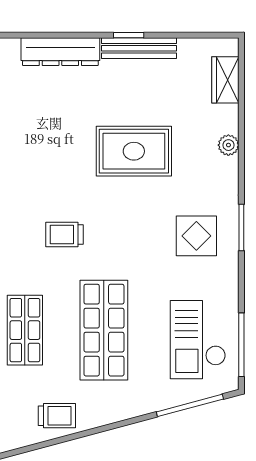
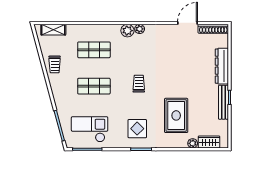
plant: (228, 145) -> (193, 143), moved
rug: (134, 151) -> (176, 115), moved
trolley: (64, 234) -> (139, 84), moved
shop shelf: (104, 330) -> (94, 86), width x0.70, depth x0.74

